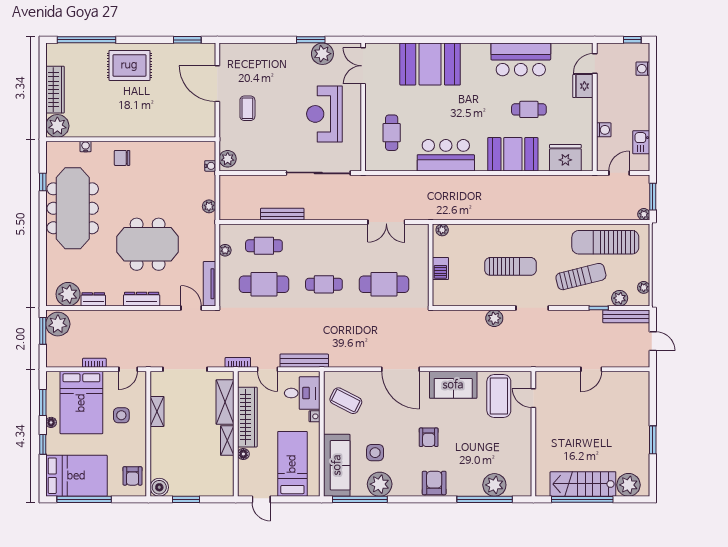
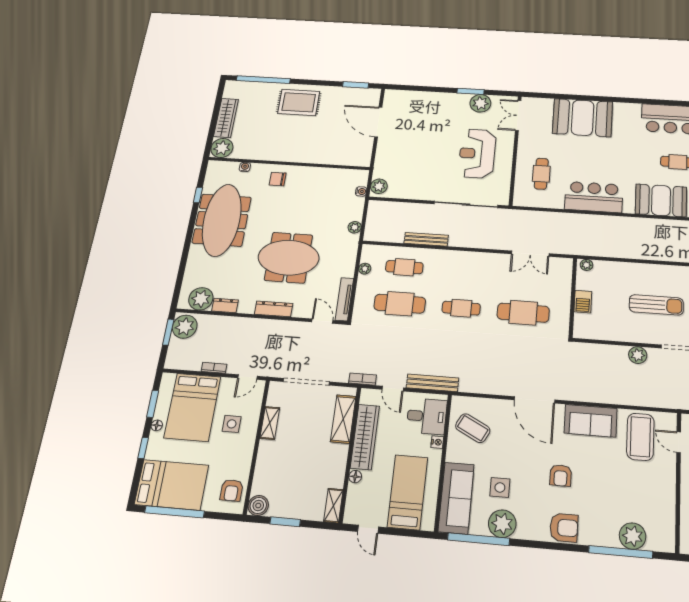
coffee table: (247, 108) -> (404, 144), removed
shelving: (227, 440) -> (333, 506), moved
armchair: (434, 483) -> (564, 528), turned 90

